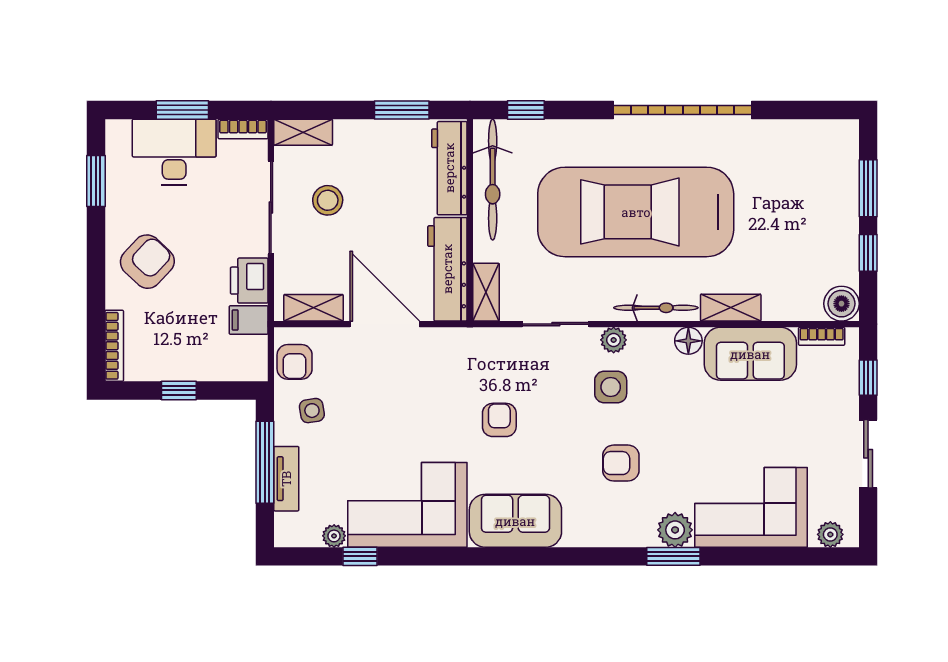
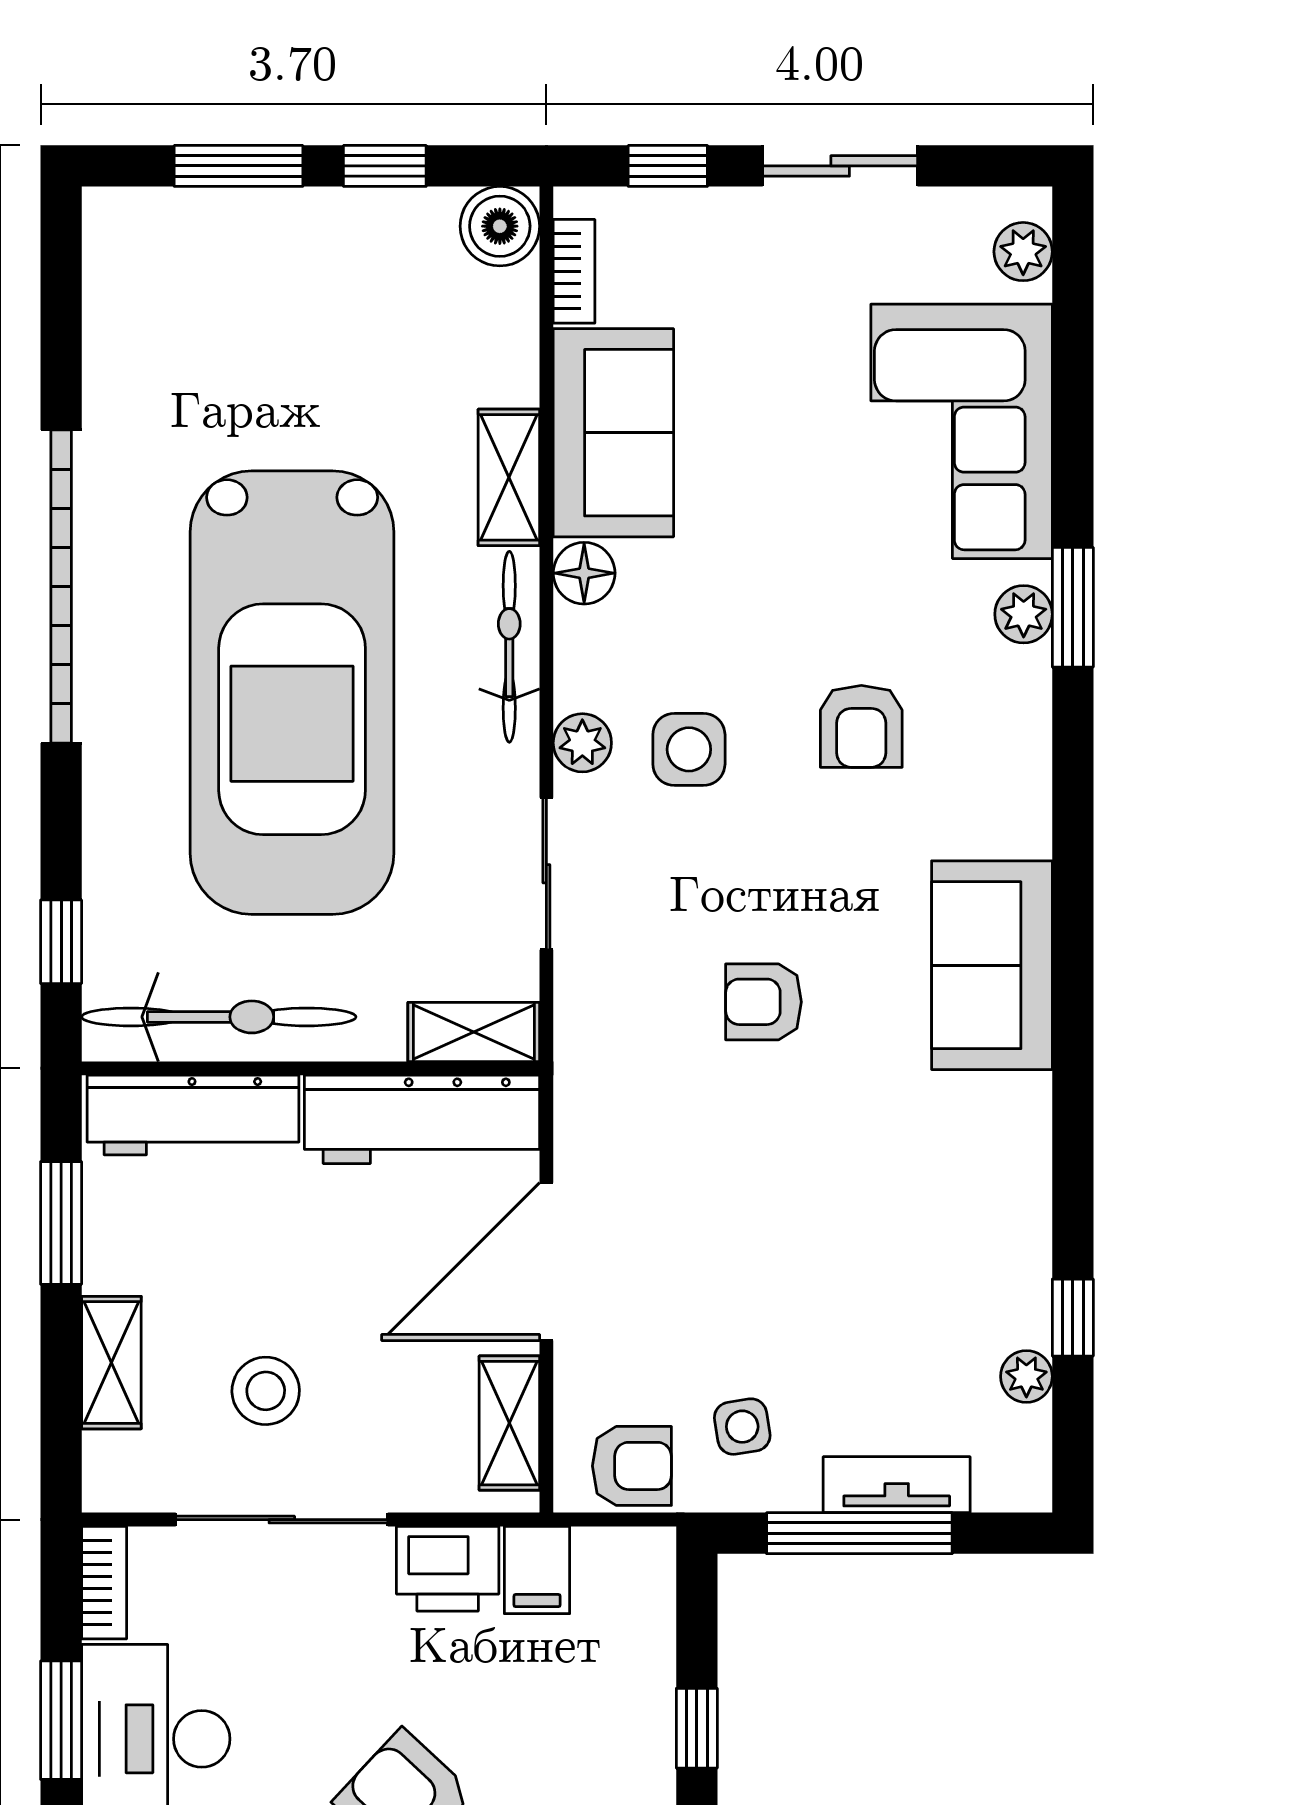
shelving: (303, 132) -> (111, 1363), moved
corner sofa: (407, 505) -> (956, 1210), removed
plant: (675, 530) -> (1024, 614), width x0.73, depth x0.73

